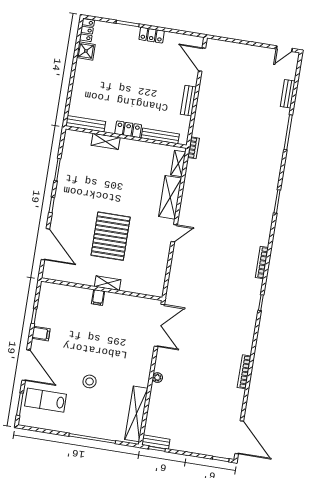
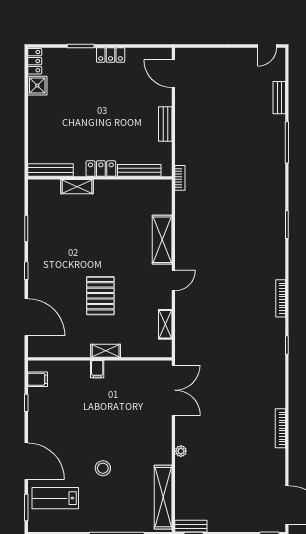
shelving: (178, 164) -> (165, 324), moved
pallet: (111, 236) -> (100, 296), width x0.73, depth x0.71
filing cabinet: (41, 334) -> (38, 379), moved

